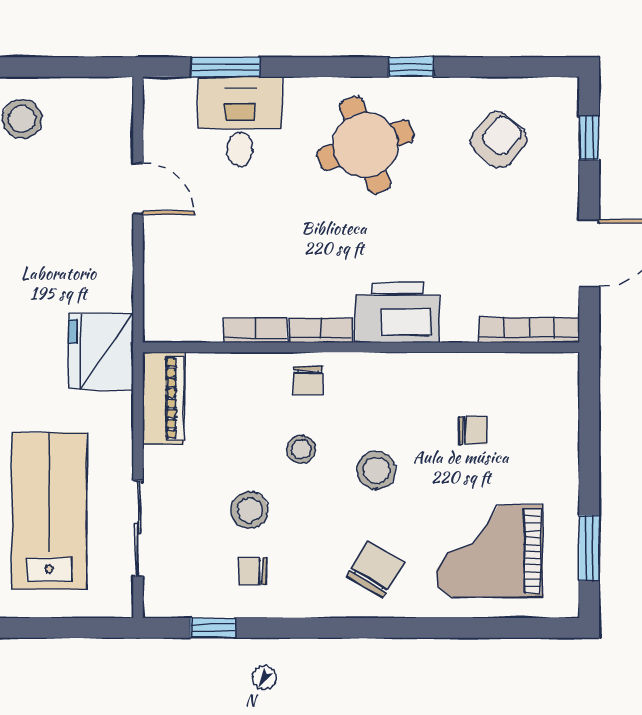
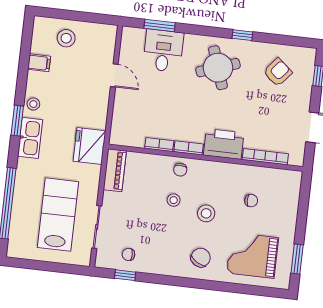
bookcase: (529, 330) -> (265, 157), moved
stool: (250, 510) -> (147, 225), removed
chair: (253, 571) -> (128, 254), moved

